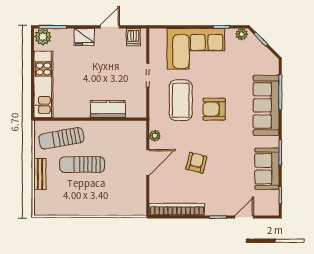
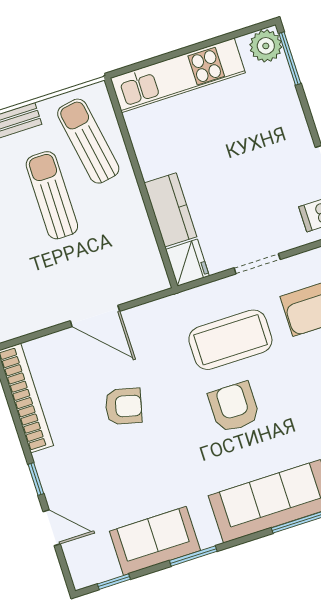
fridge: (84, 37) -> (187, 263), moved, turned 180
plant: (155, 136) -> (149, 313), removed

